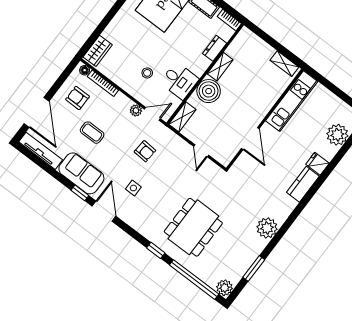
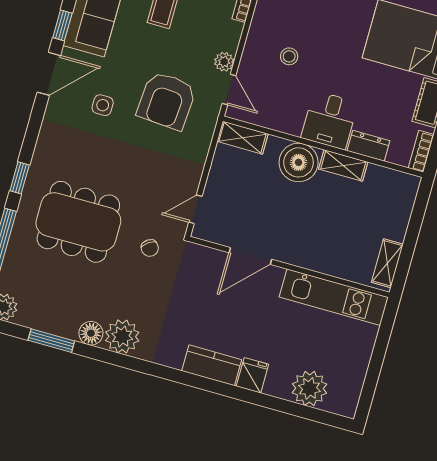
desk: (179, 81) -> (330, 120), moved
armchair: (145, 151) -> (167, 101), width x1.88, depth x1.88
door: (201, 151) -> (195, 209), moved
chair: (224, 193) -> (150, 248), added
floor lamp: (258, 245) -> (91, 333), added

